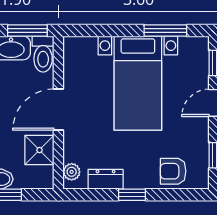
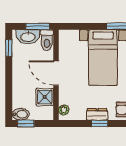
door: (58, 110) -> (56, 73), hinge flipped
dresser: (106, 179) -> (97, 114), moved

